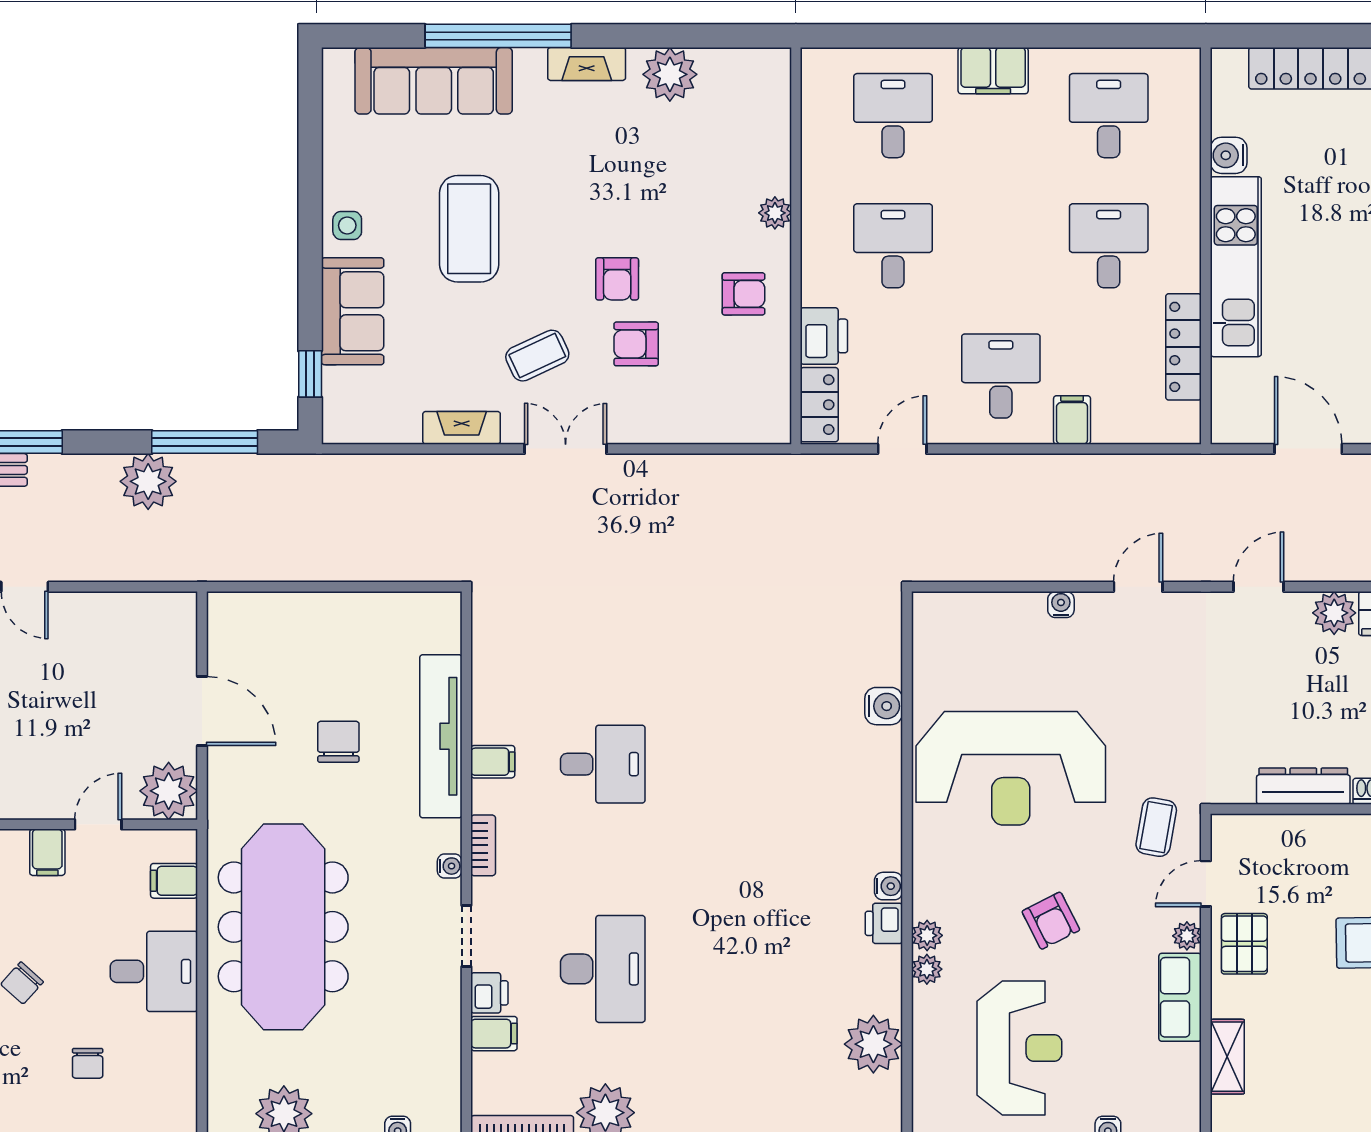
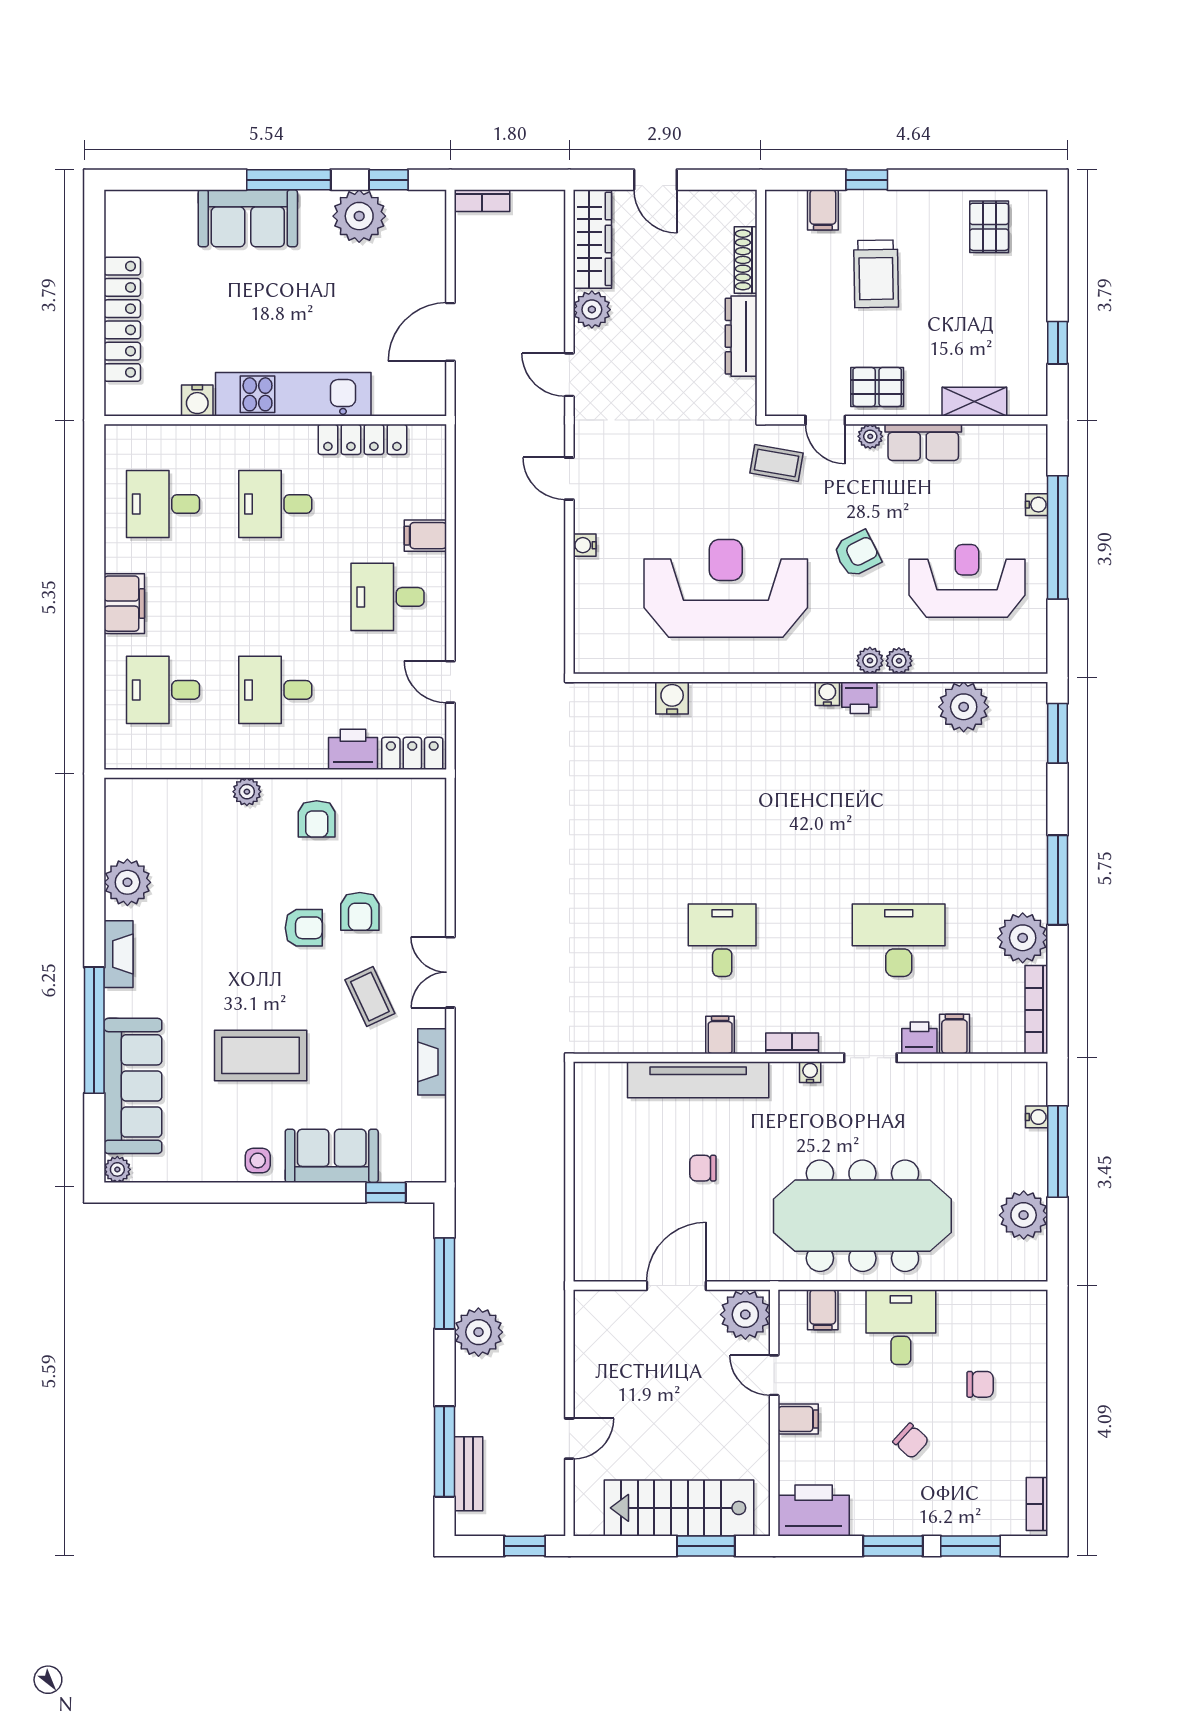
plant: (337, 63) -> (117, 1169), added
armchair: (743, 294) -> (317, 819), turned 180
chair: (338, 742) -> (703, 1168), width x0.73, depth x0.73
reception desk: (1011, 768) -> (726, 588), turned -90

